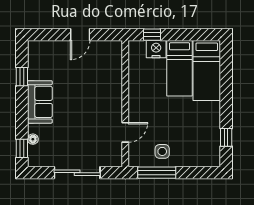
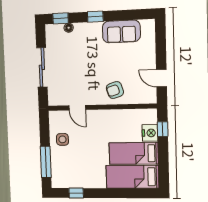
door: (80, 35) -> (161, 78), moved
window: (22, 77) -> (95, 17), moved
armchair: (106, 88) -> (115, 90), added
sofa: (40, 102) -> (121, 31), moved
window: (157, 173) -> (46, 162), moved

